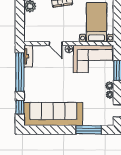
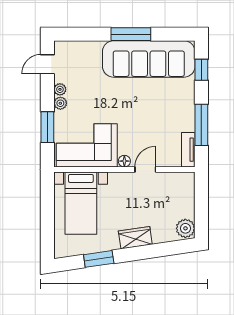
door: (56, 44) -> (145, 169), hinge flipped
window: (20, 72) -> (201, 125), width x0.68
window: (89, 130) -> (131, 34), moved

